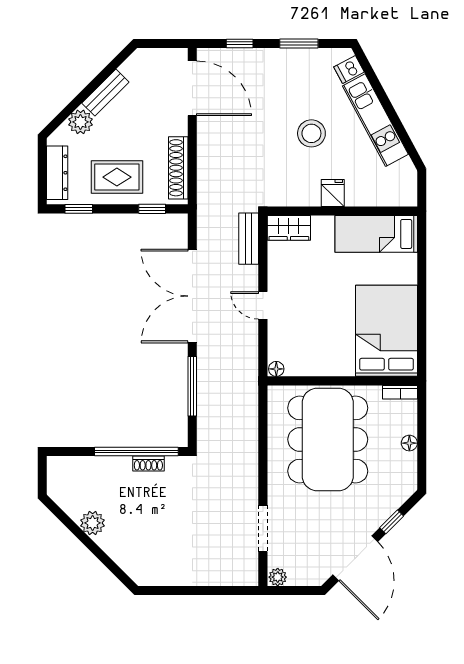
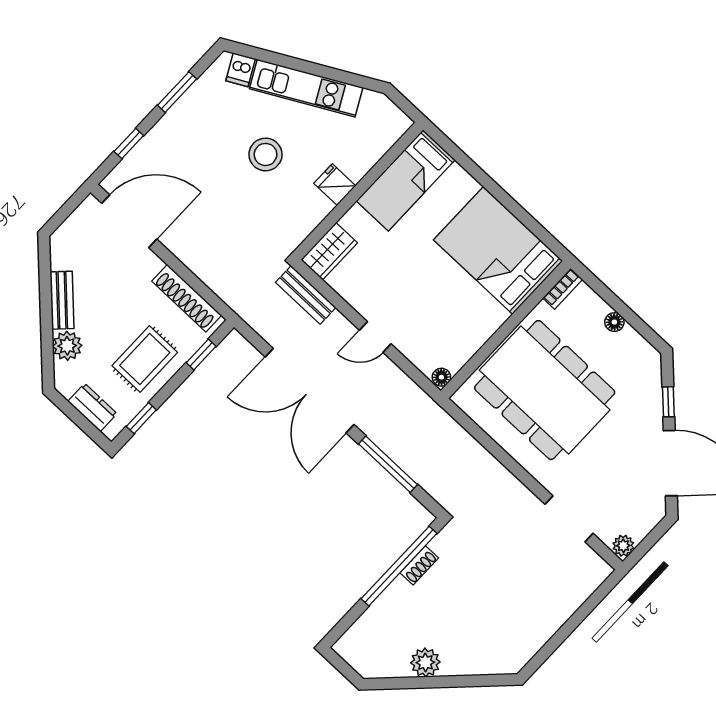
dresser: (57, 173) -> (92, 407), width x0.70

